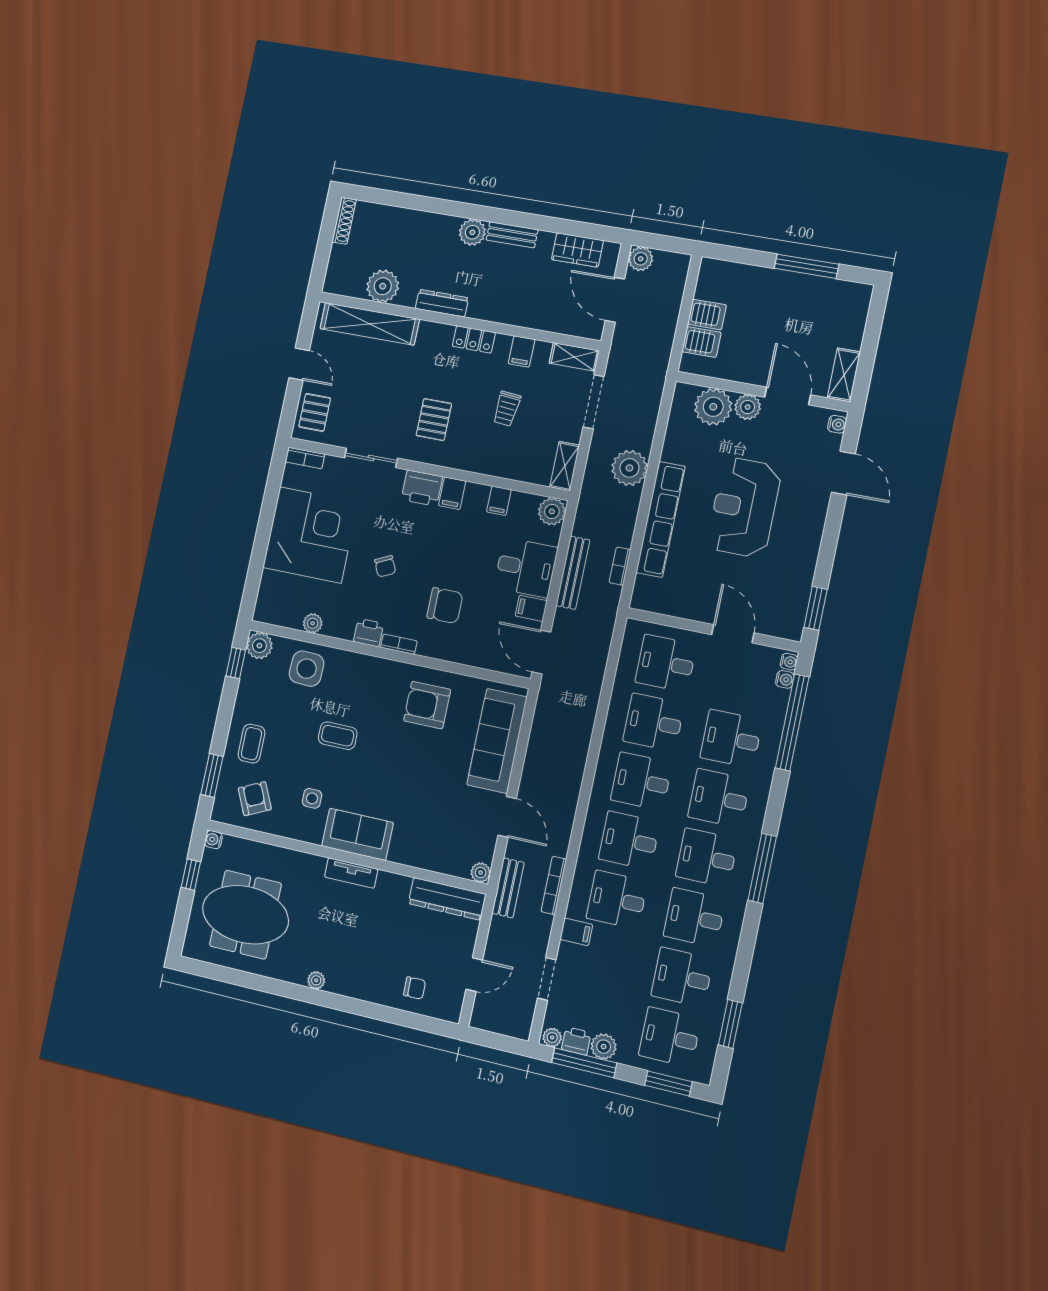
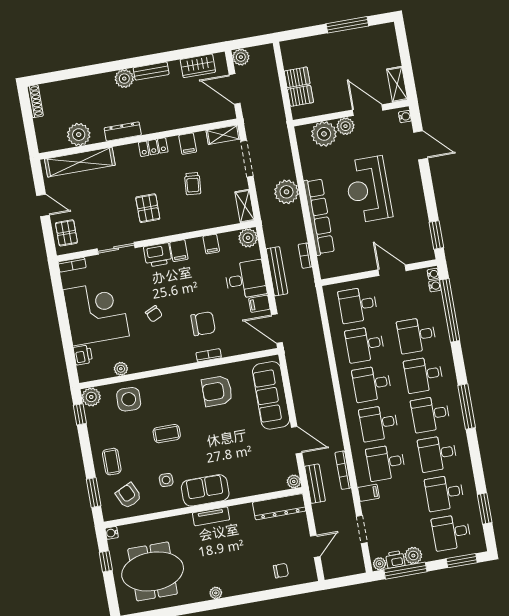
printer: (368, 633) -> (83, 355), moved, turned 90
bookcase: (399, 644) -> (209, 355), moved

